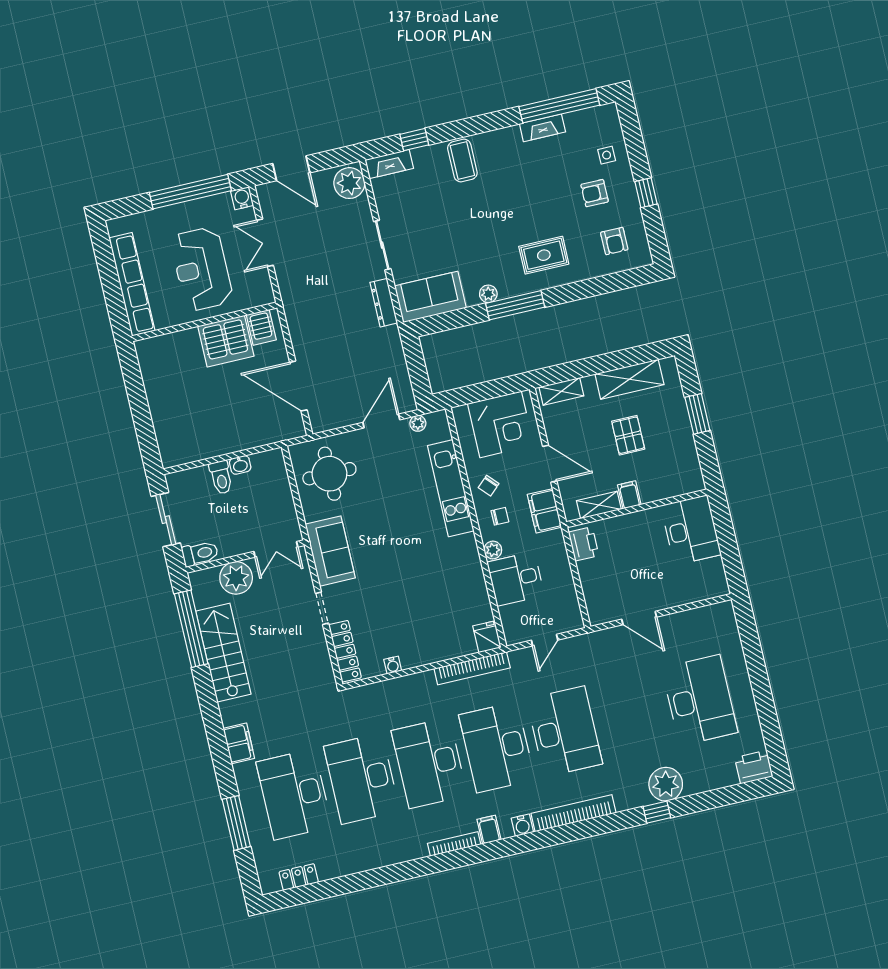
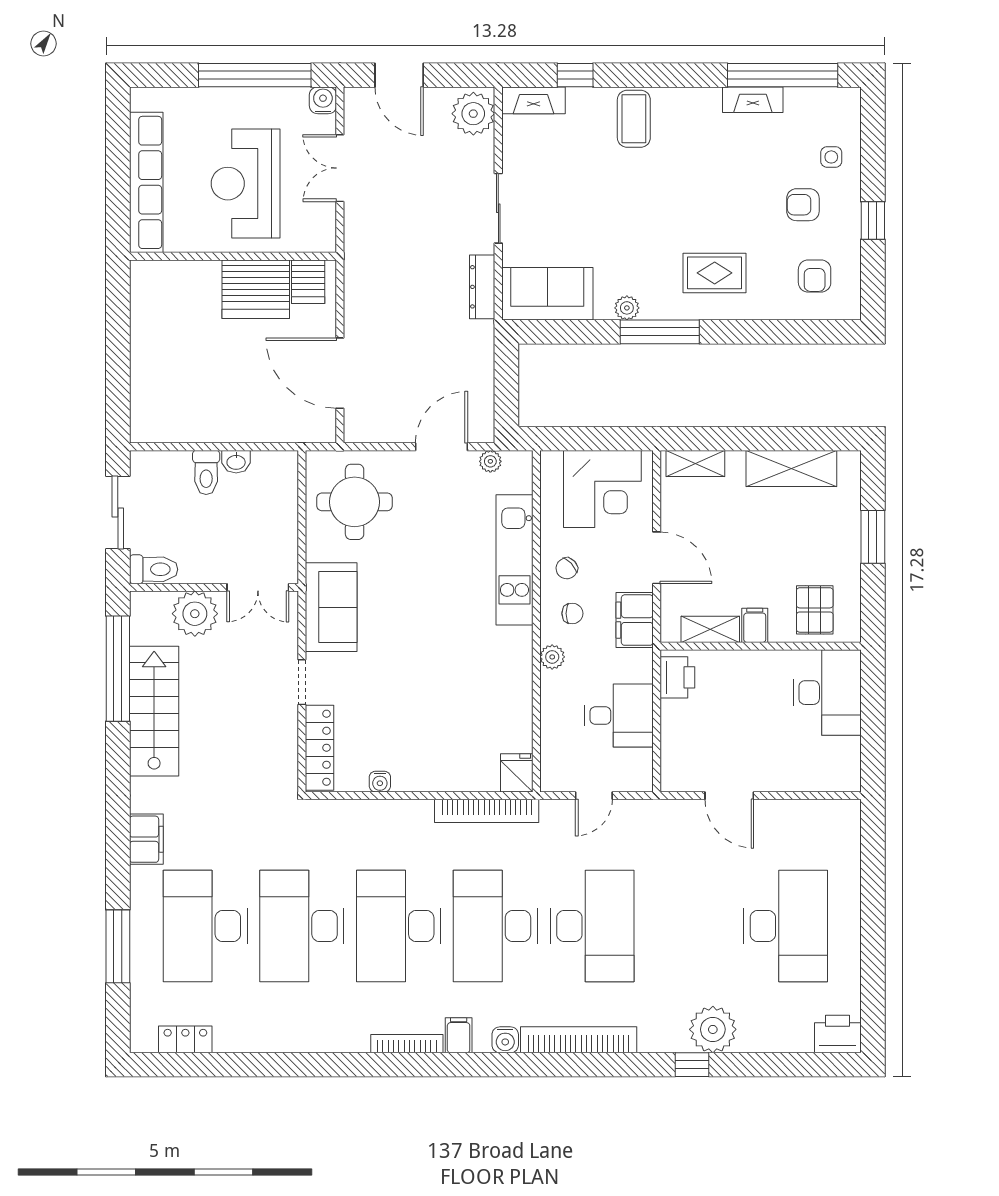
pallet: (628, 435) -> (815, 610), moved
desk: (516, 579) -> (619, 716), moved, turned 180

